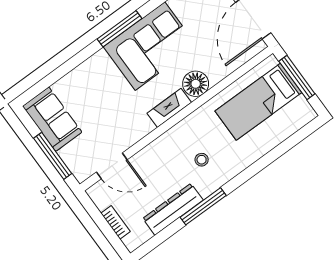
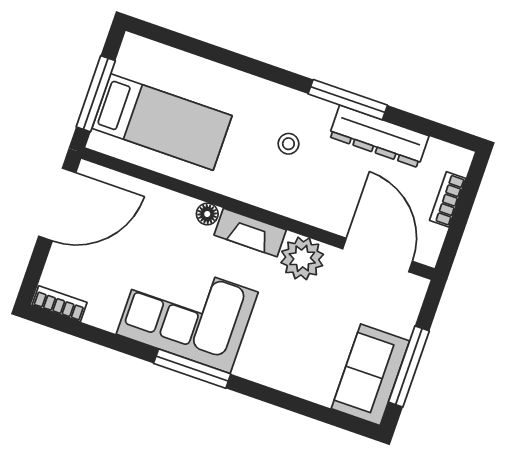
floor lamp: (196, 84) -> (207, 214), width x0.53, depth x0.53
plant: (137, 126) -> (302, 258), added
window: (53, 156) -> (409, 366), moved
door: (112, 166) -> (378, 255), width x1.36

